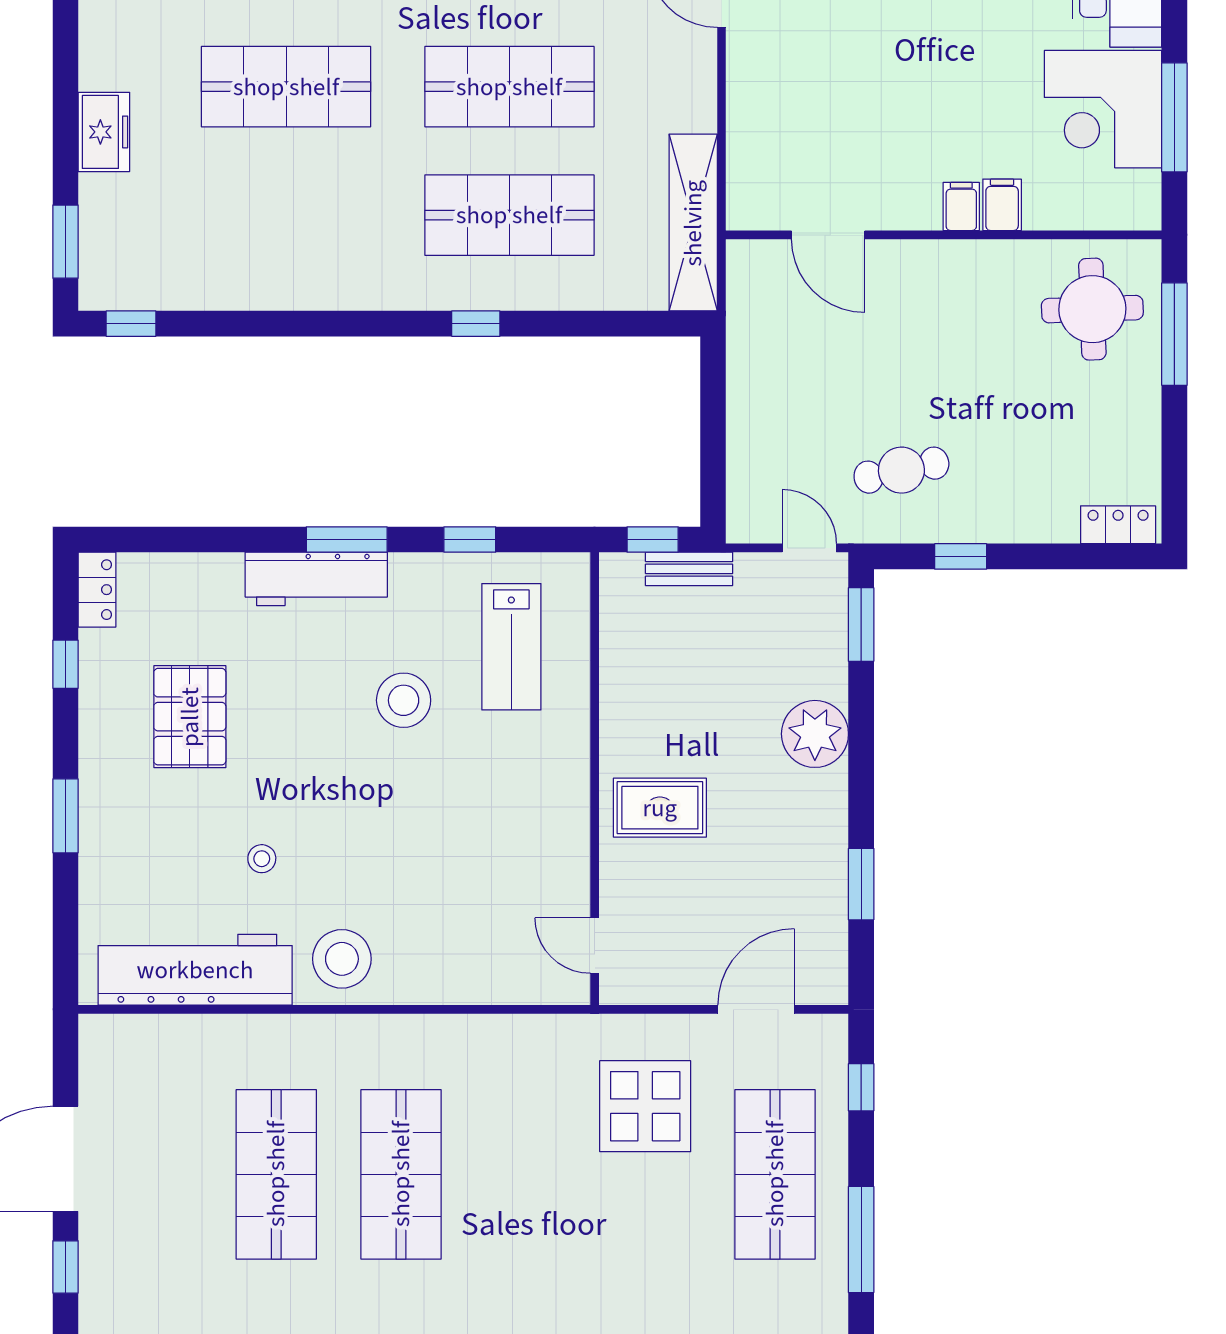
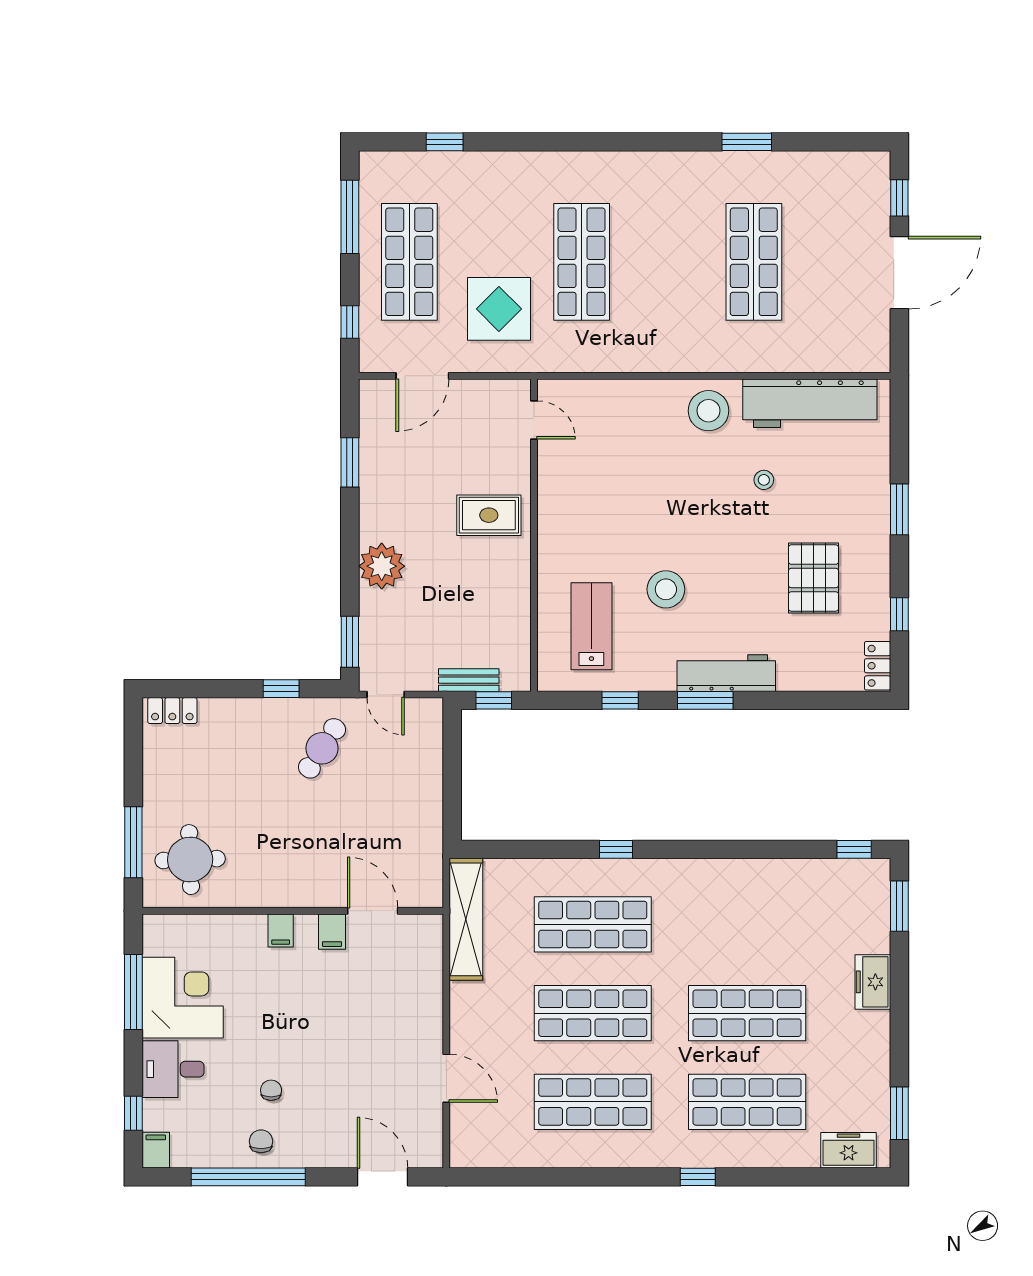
filing cabinet: (1002, 205) -> (332, 932), moved
cafe table: (901, 470) -> (322, 748), turned -45
shop shelf: (401, 1174) -> (582, 262), moved

